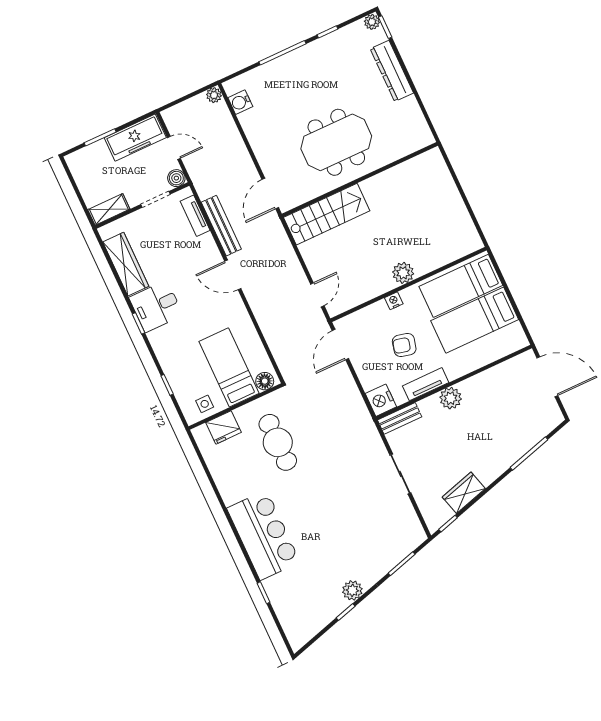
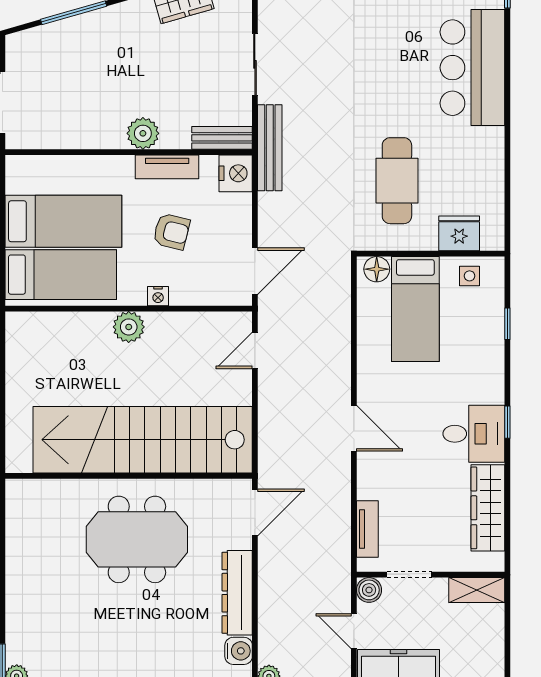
dresser: (392, 71) -> (237, 593), moved, turned 180
stairs: (327, 214) -> (143, 440), width x1.86, depth x1.51
bench: (221, 226) -> (270, 148), moved

